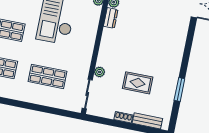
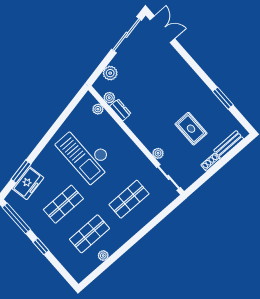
rug: (138, 83) -> (191, 129), turned 90

